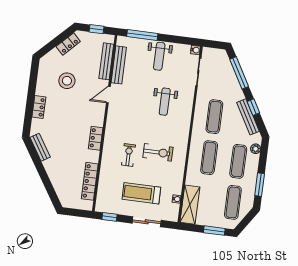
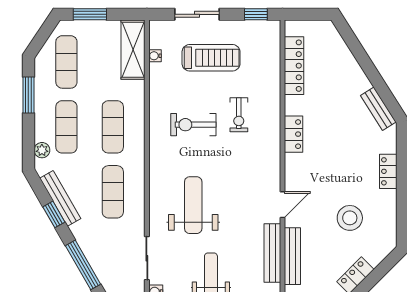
weight bench: (165, 102) -> (193, 205), width x1.36, depth x1.33

